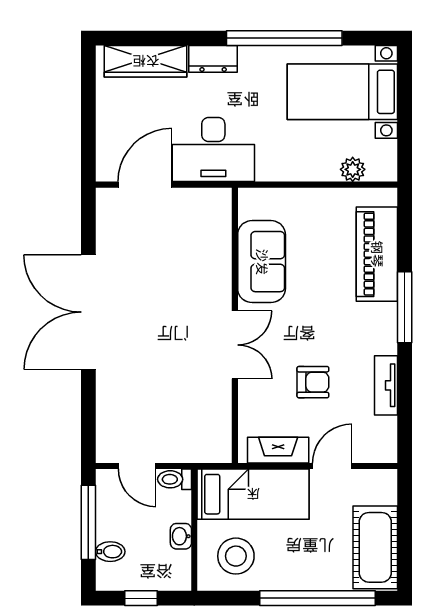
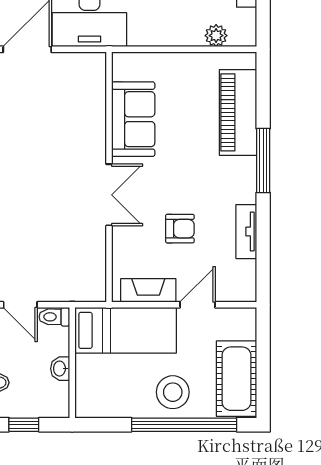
stool: (236, 556) -> (173, 392), moved

